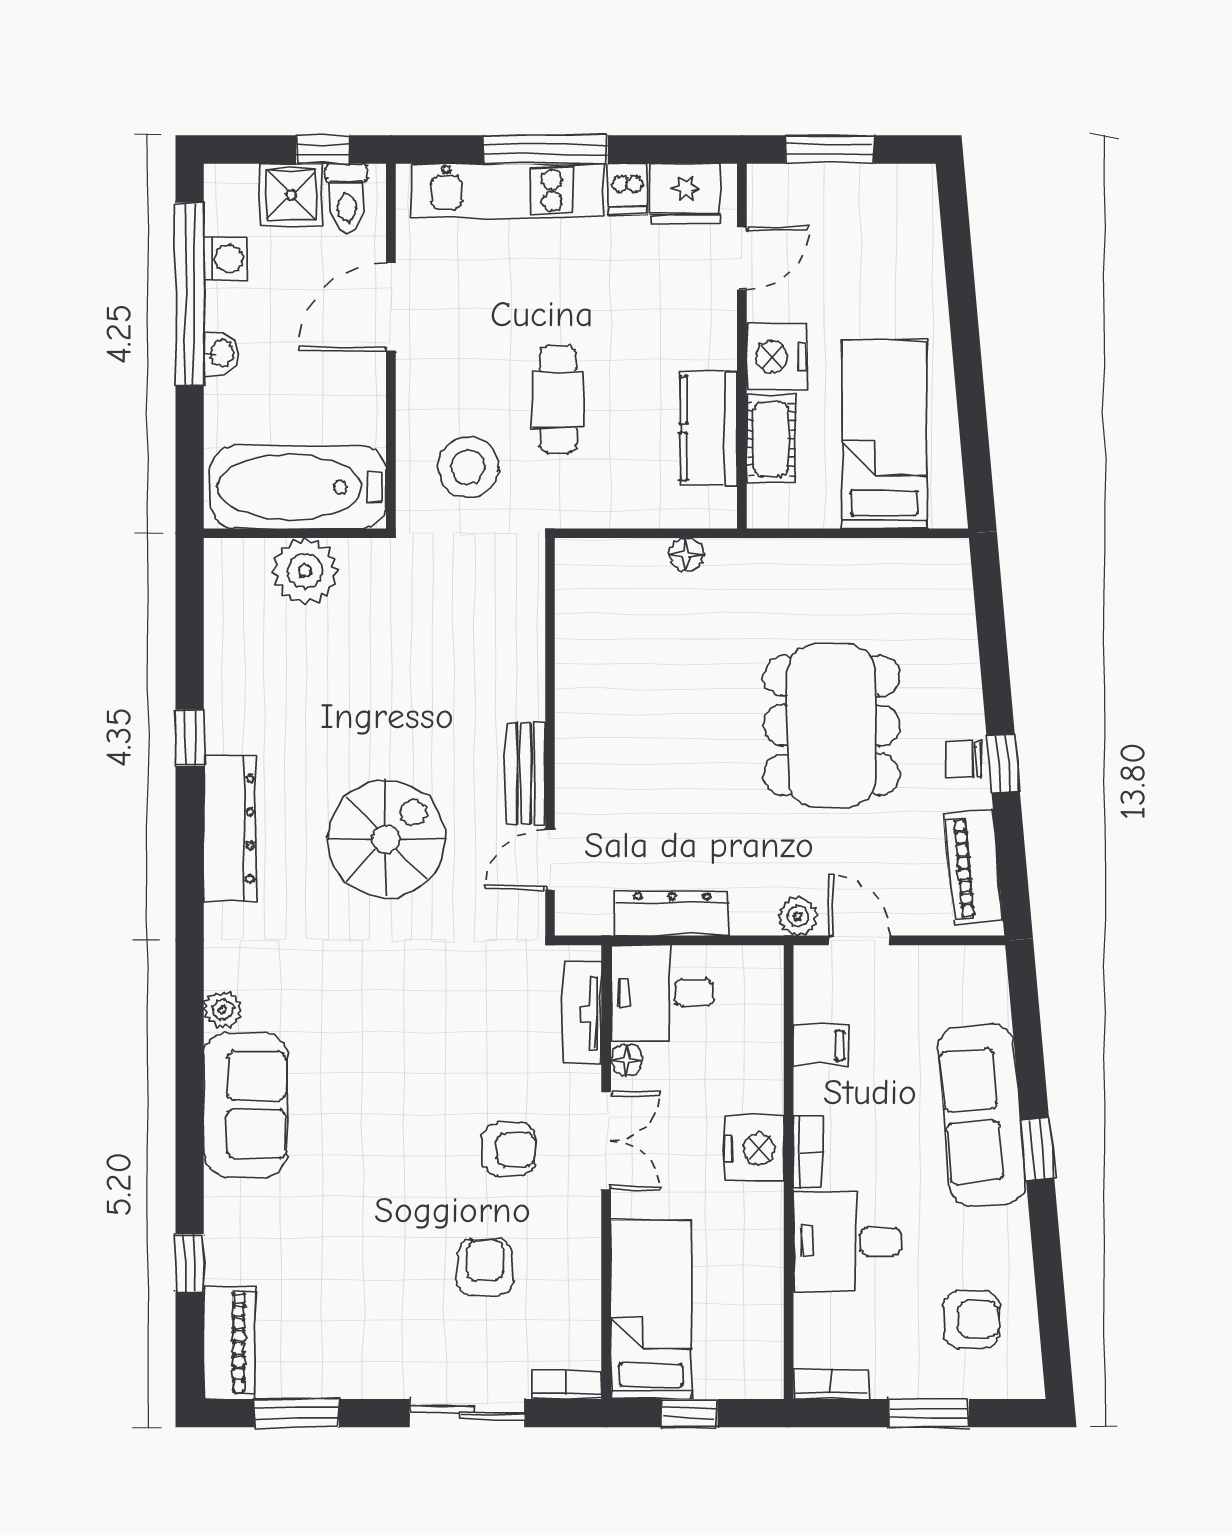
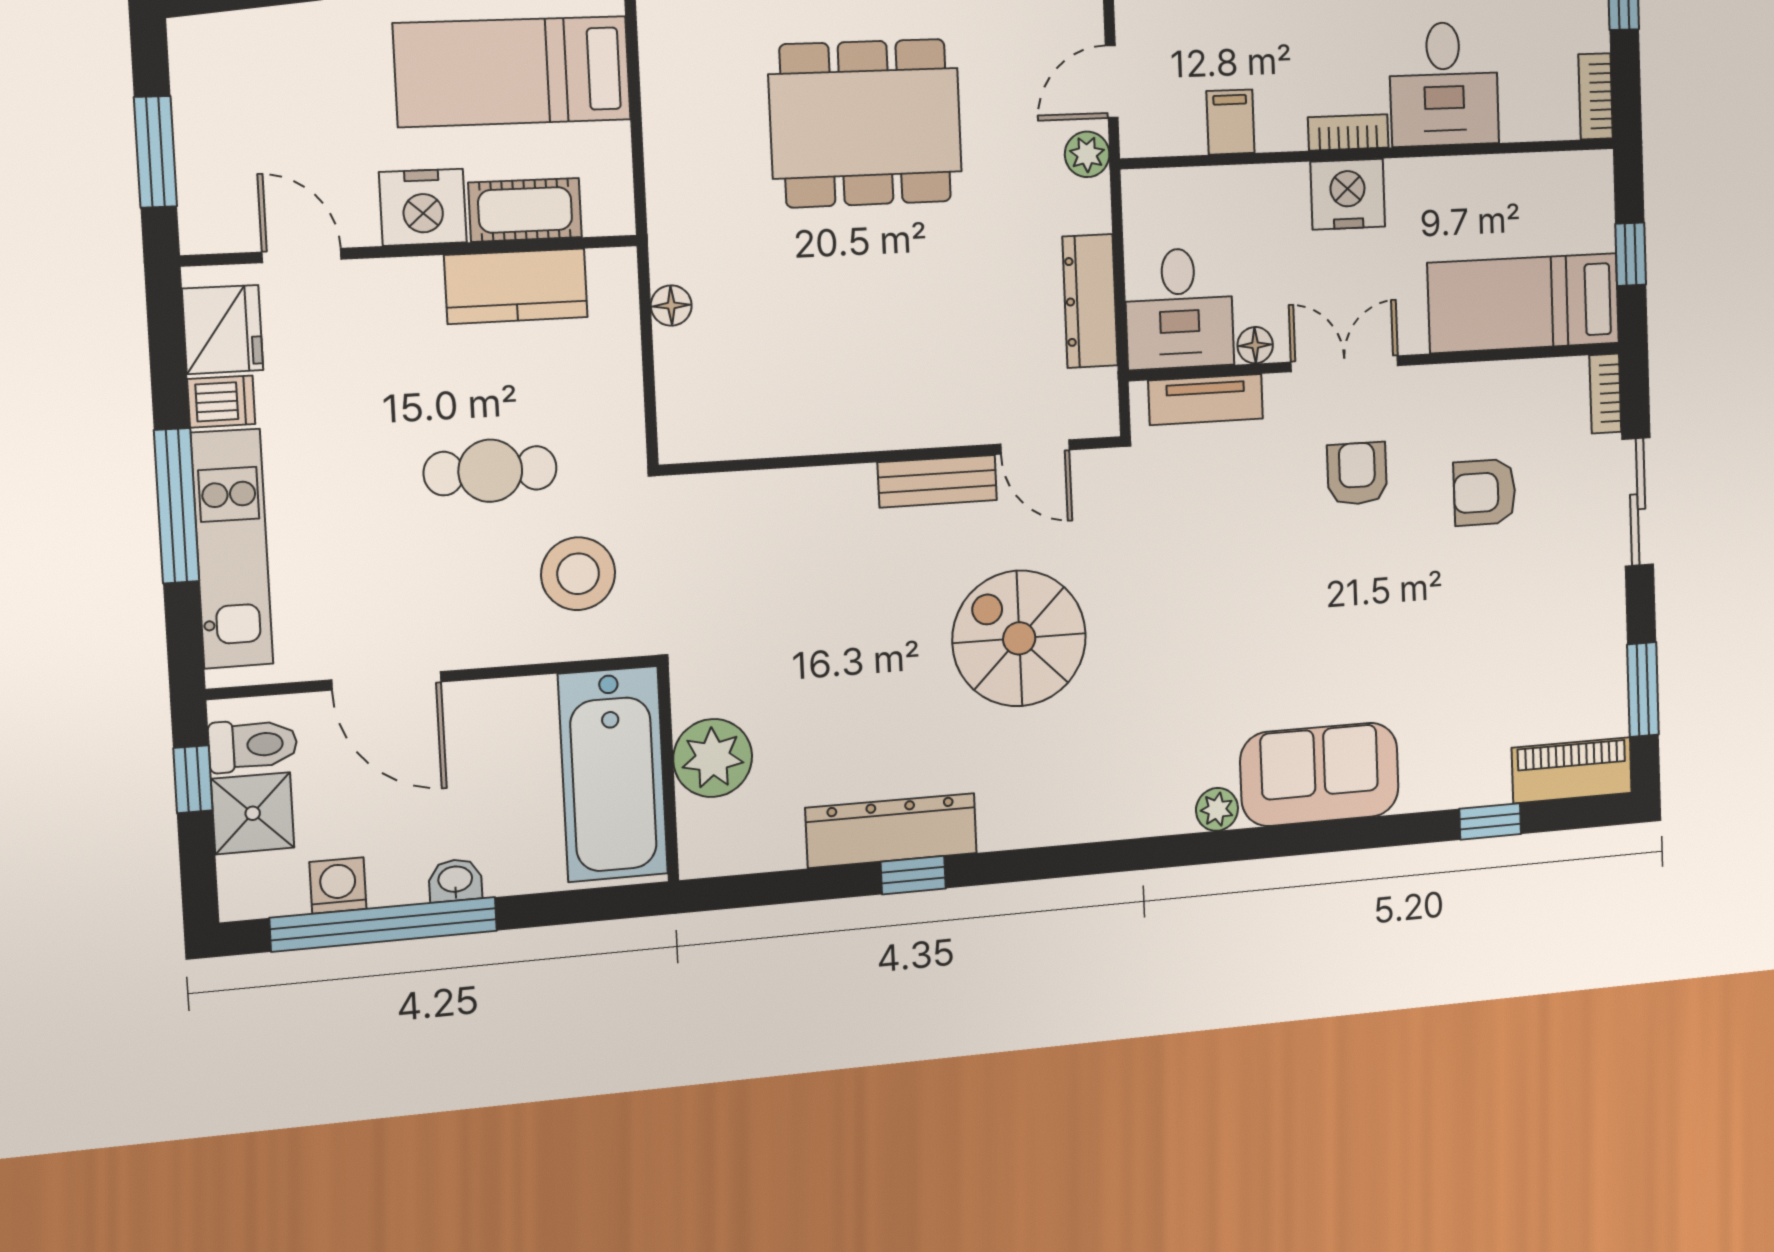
dresser: (230, 829) -> (891, 831), moved

